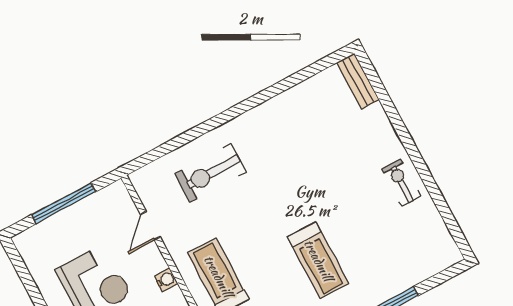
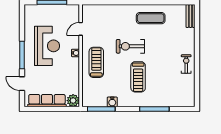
exercise mat: (280, 128) -> (151, 18), added
exercise bike: (211, 173) -> (130, 46), moved

